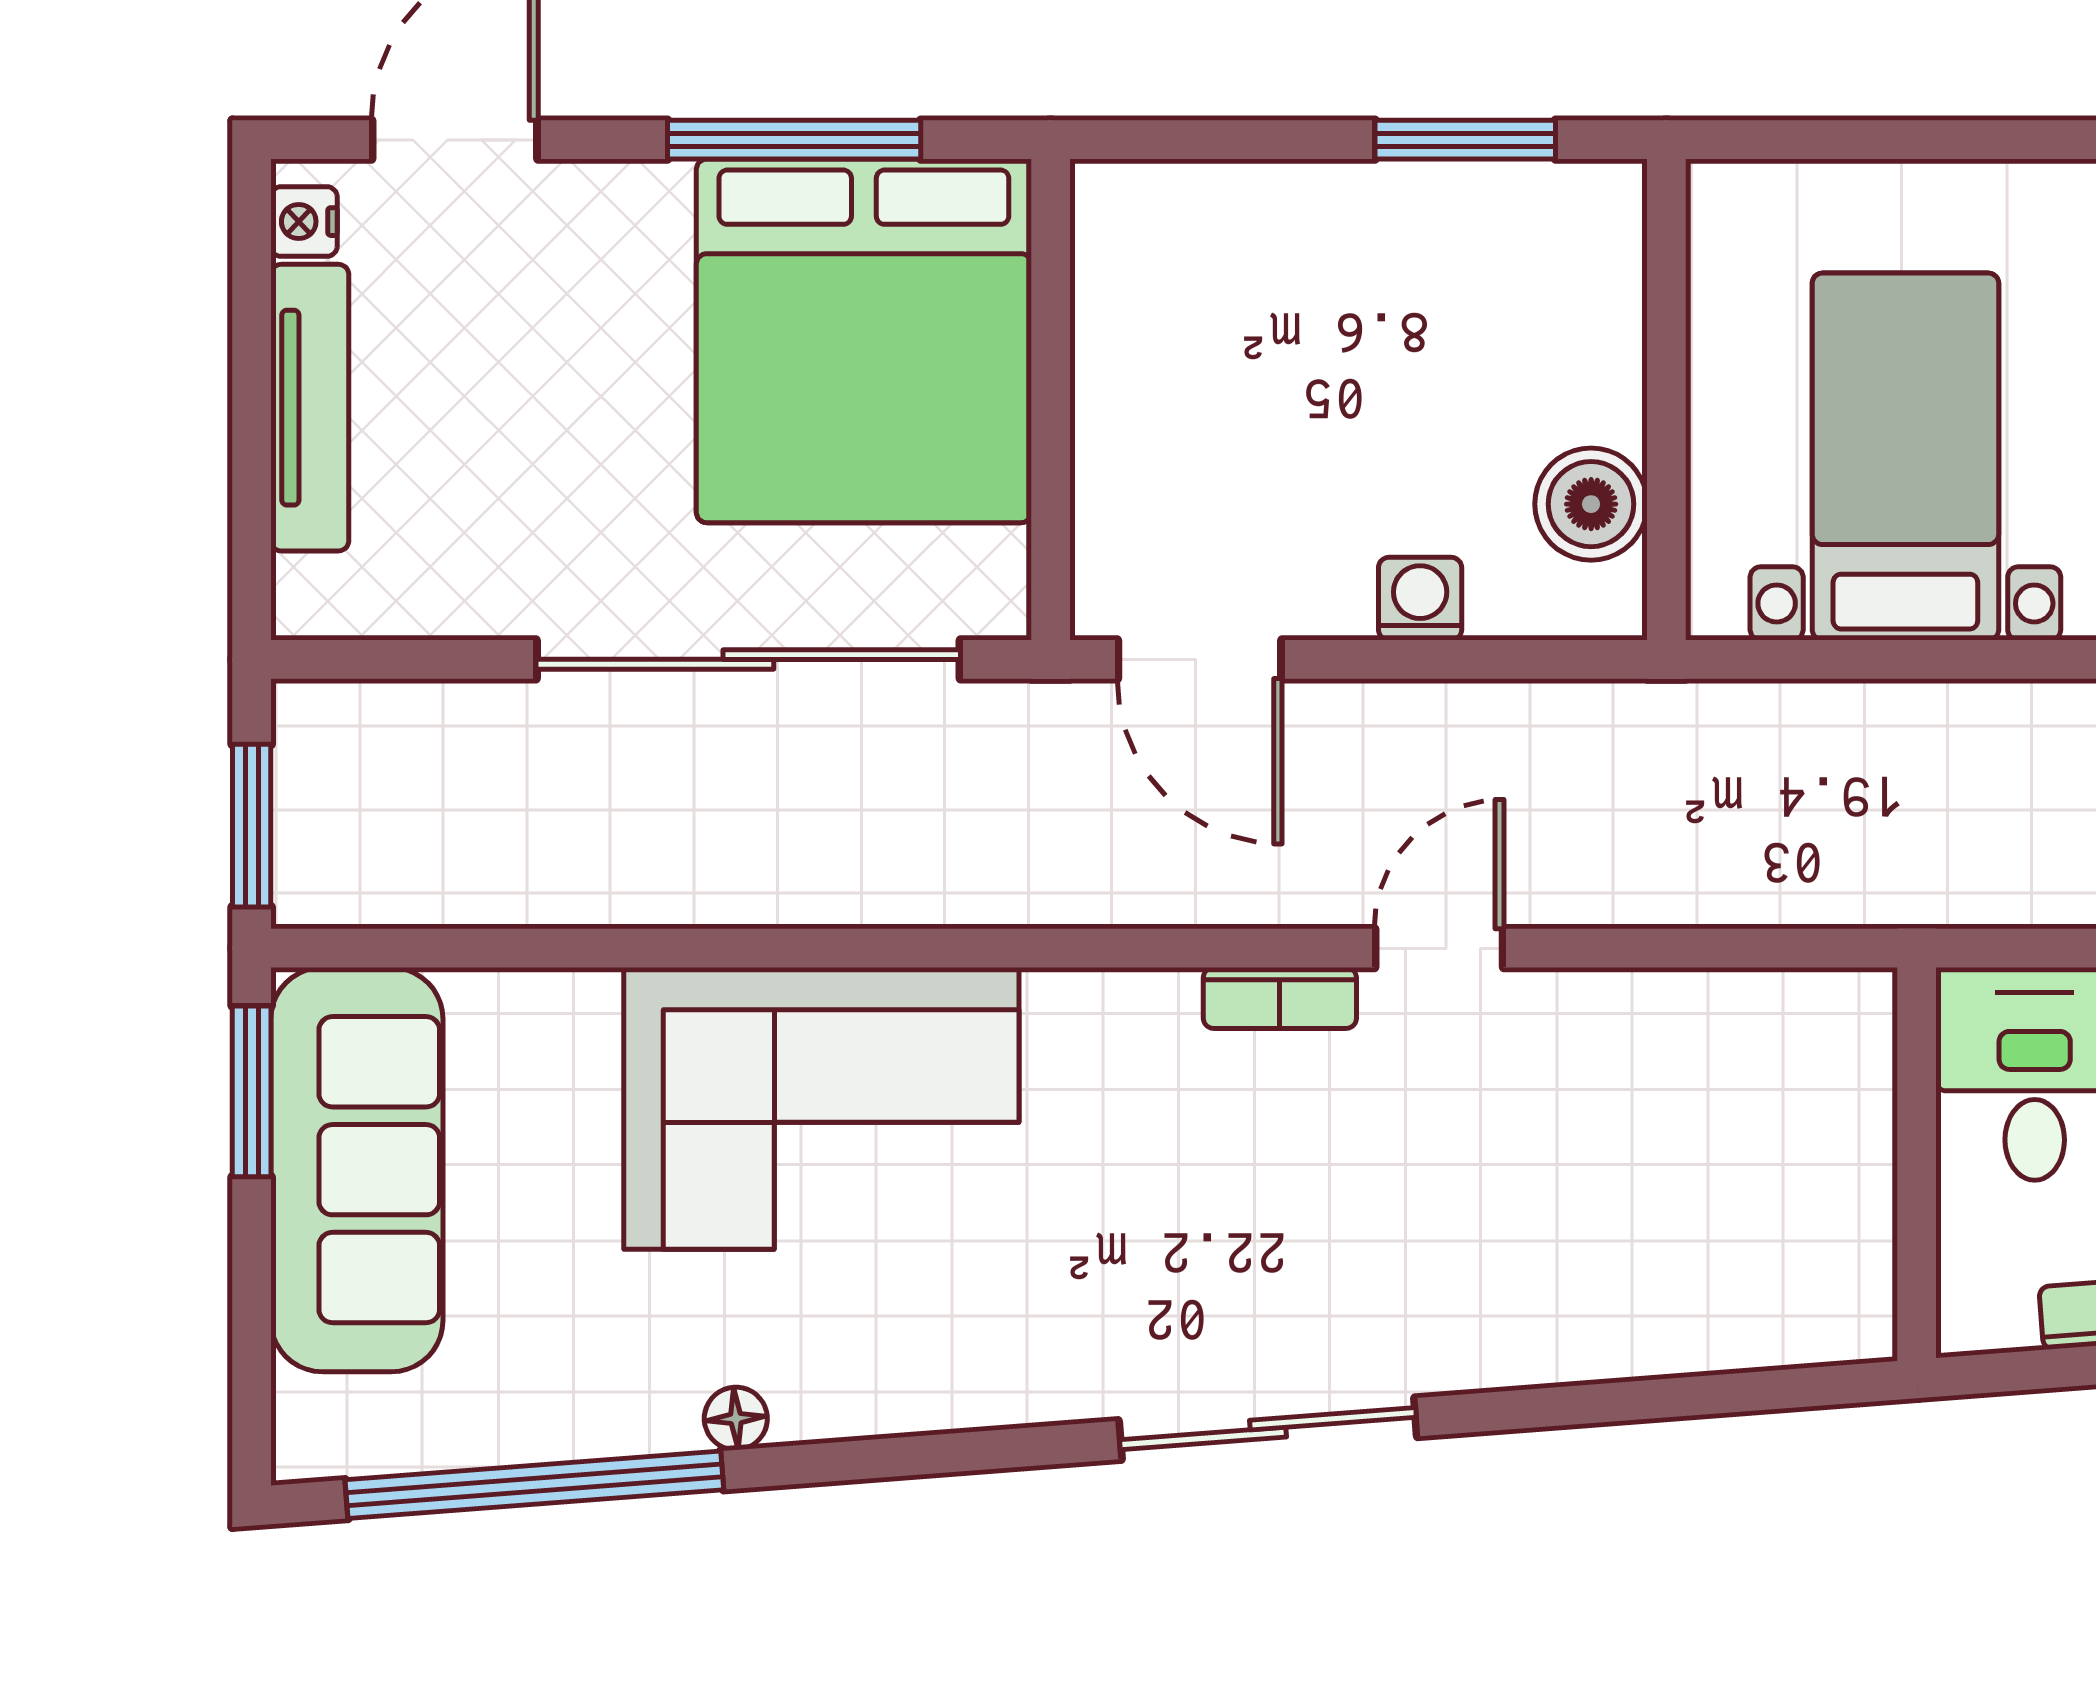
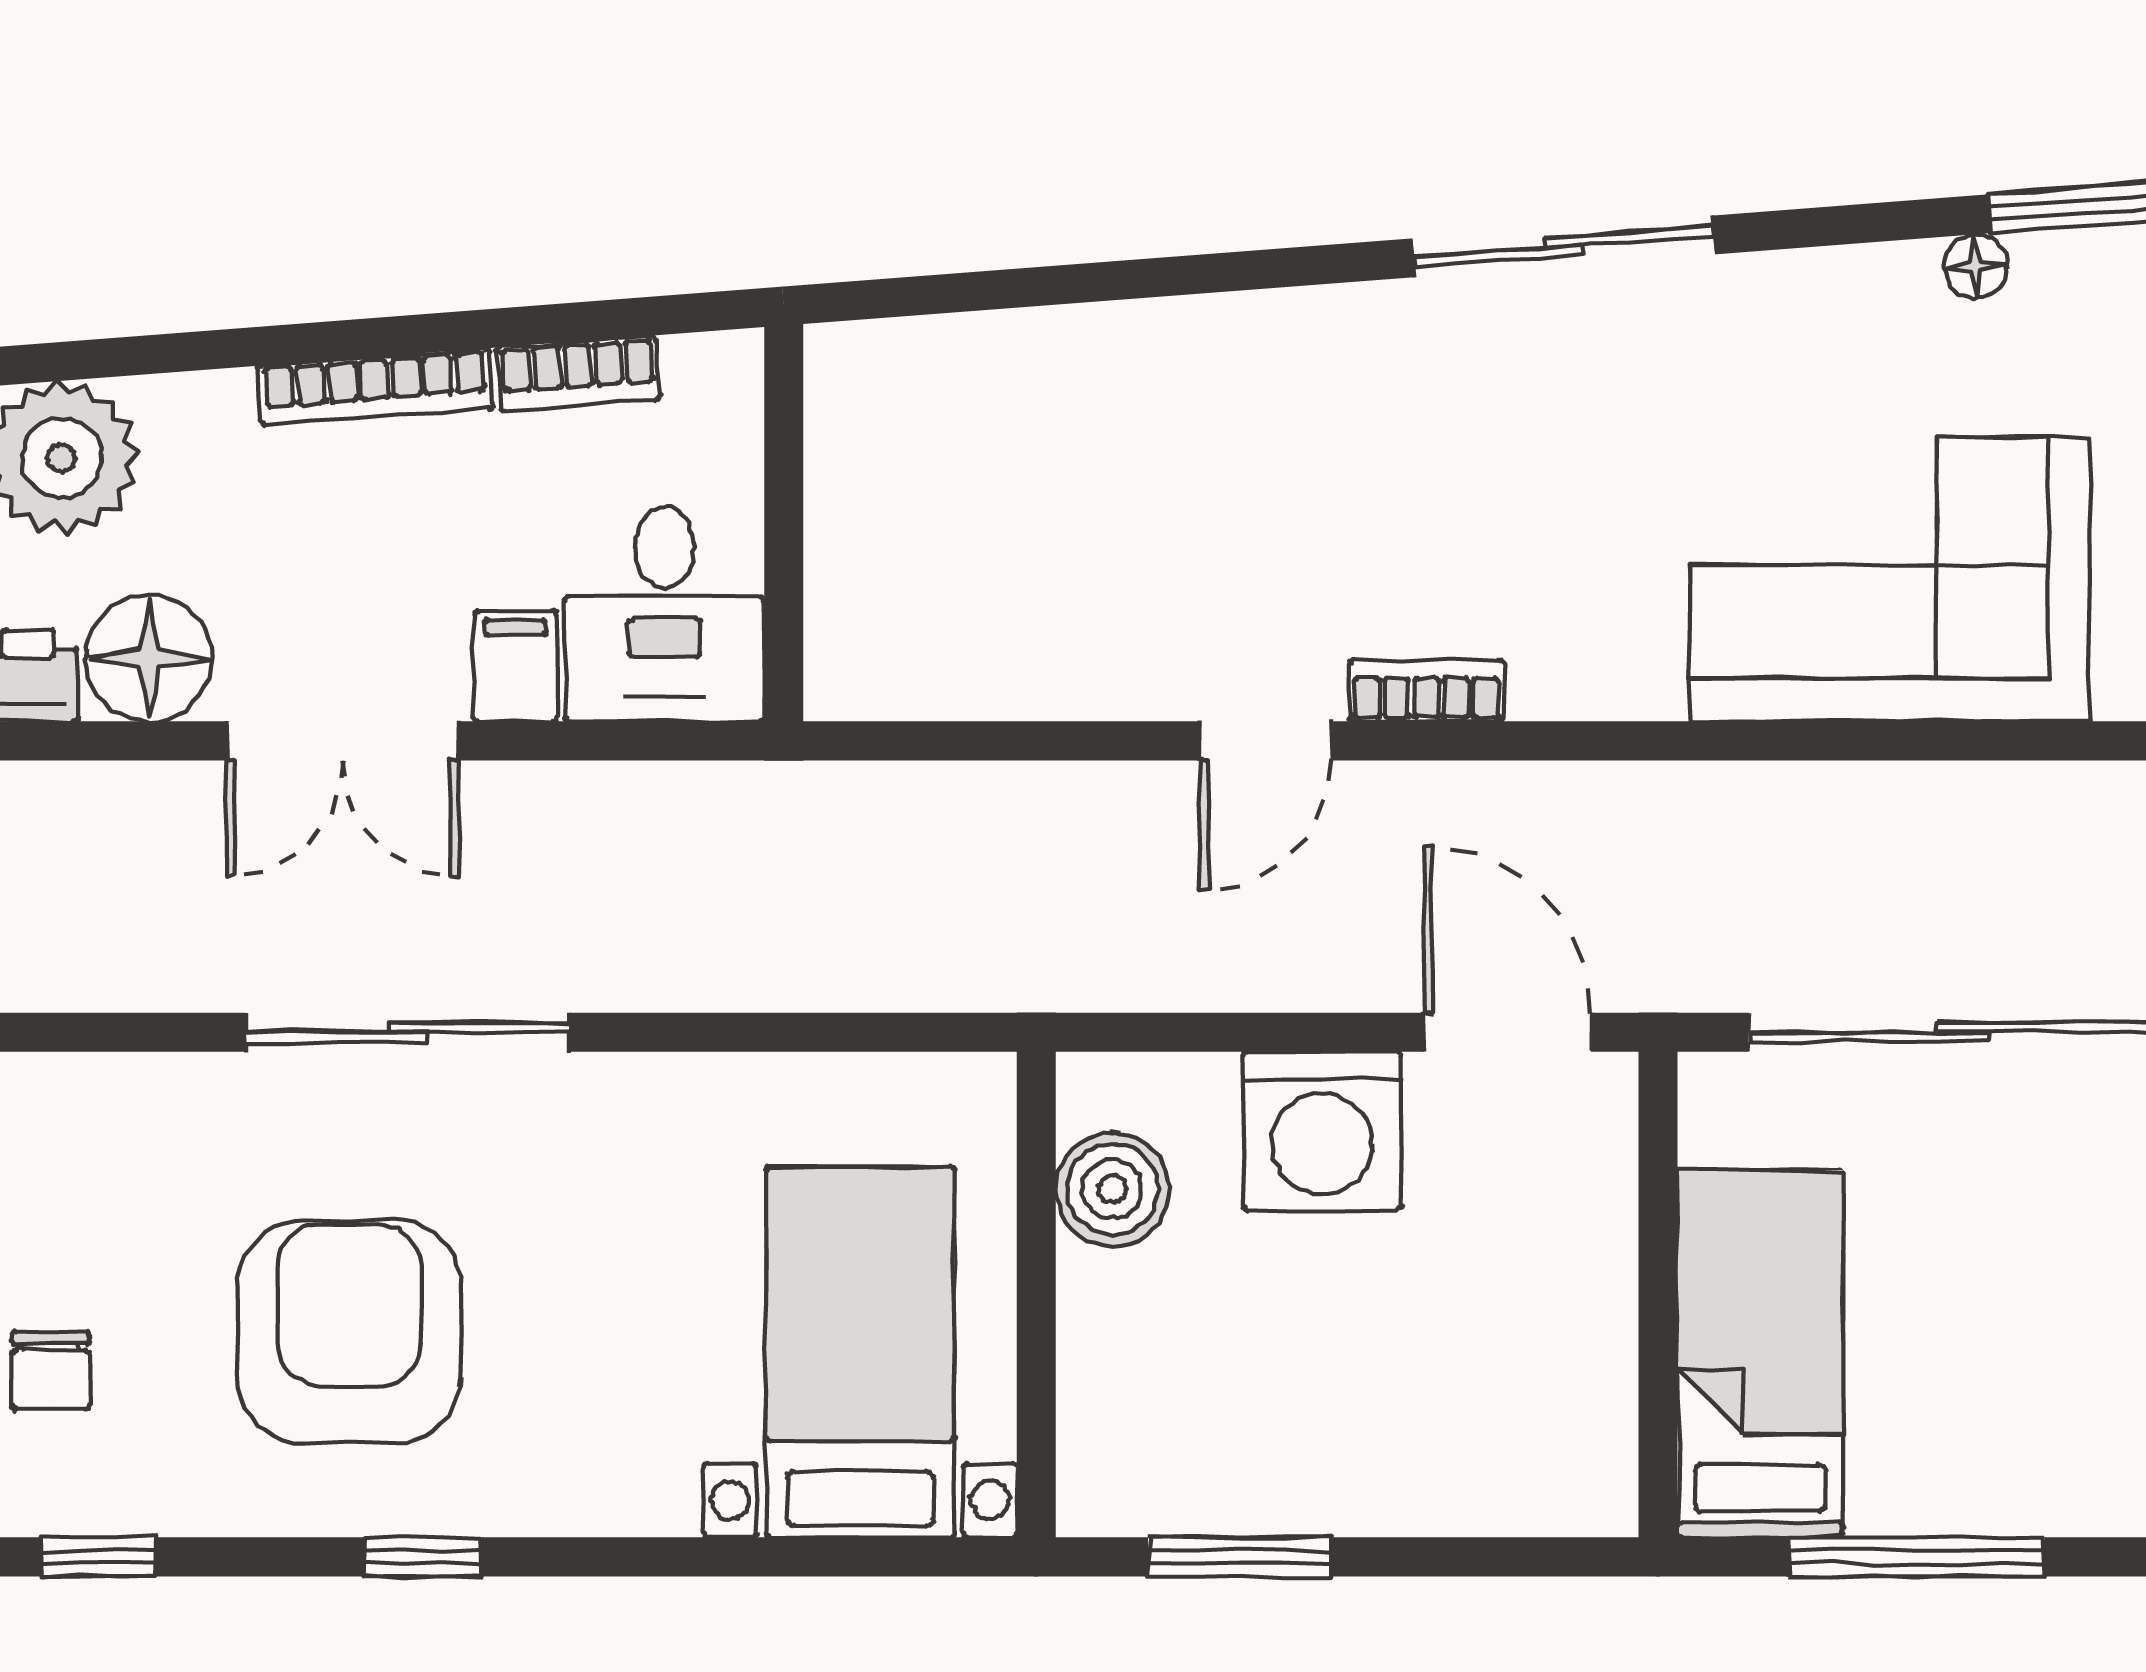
bed: (864, 341) -> (1760, 1354), width x0.49
bed with nightstands: (1905, 457) -> (860, 1352), moved, turned 180
washing machine: (1420, 599) -> (1322, 1131), width x1.89, depth x1.89
sliding door: (1268, 1429) -> (1564, 246), moved

